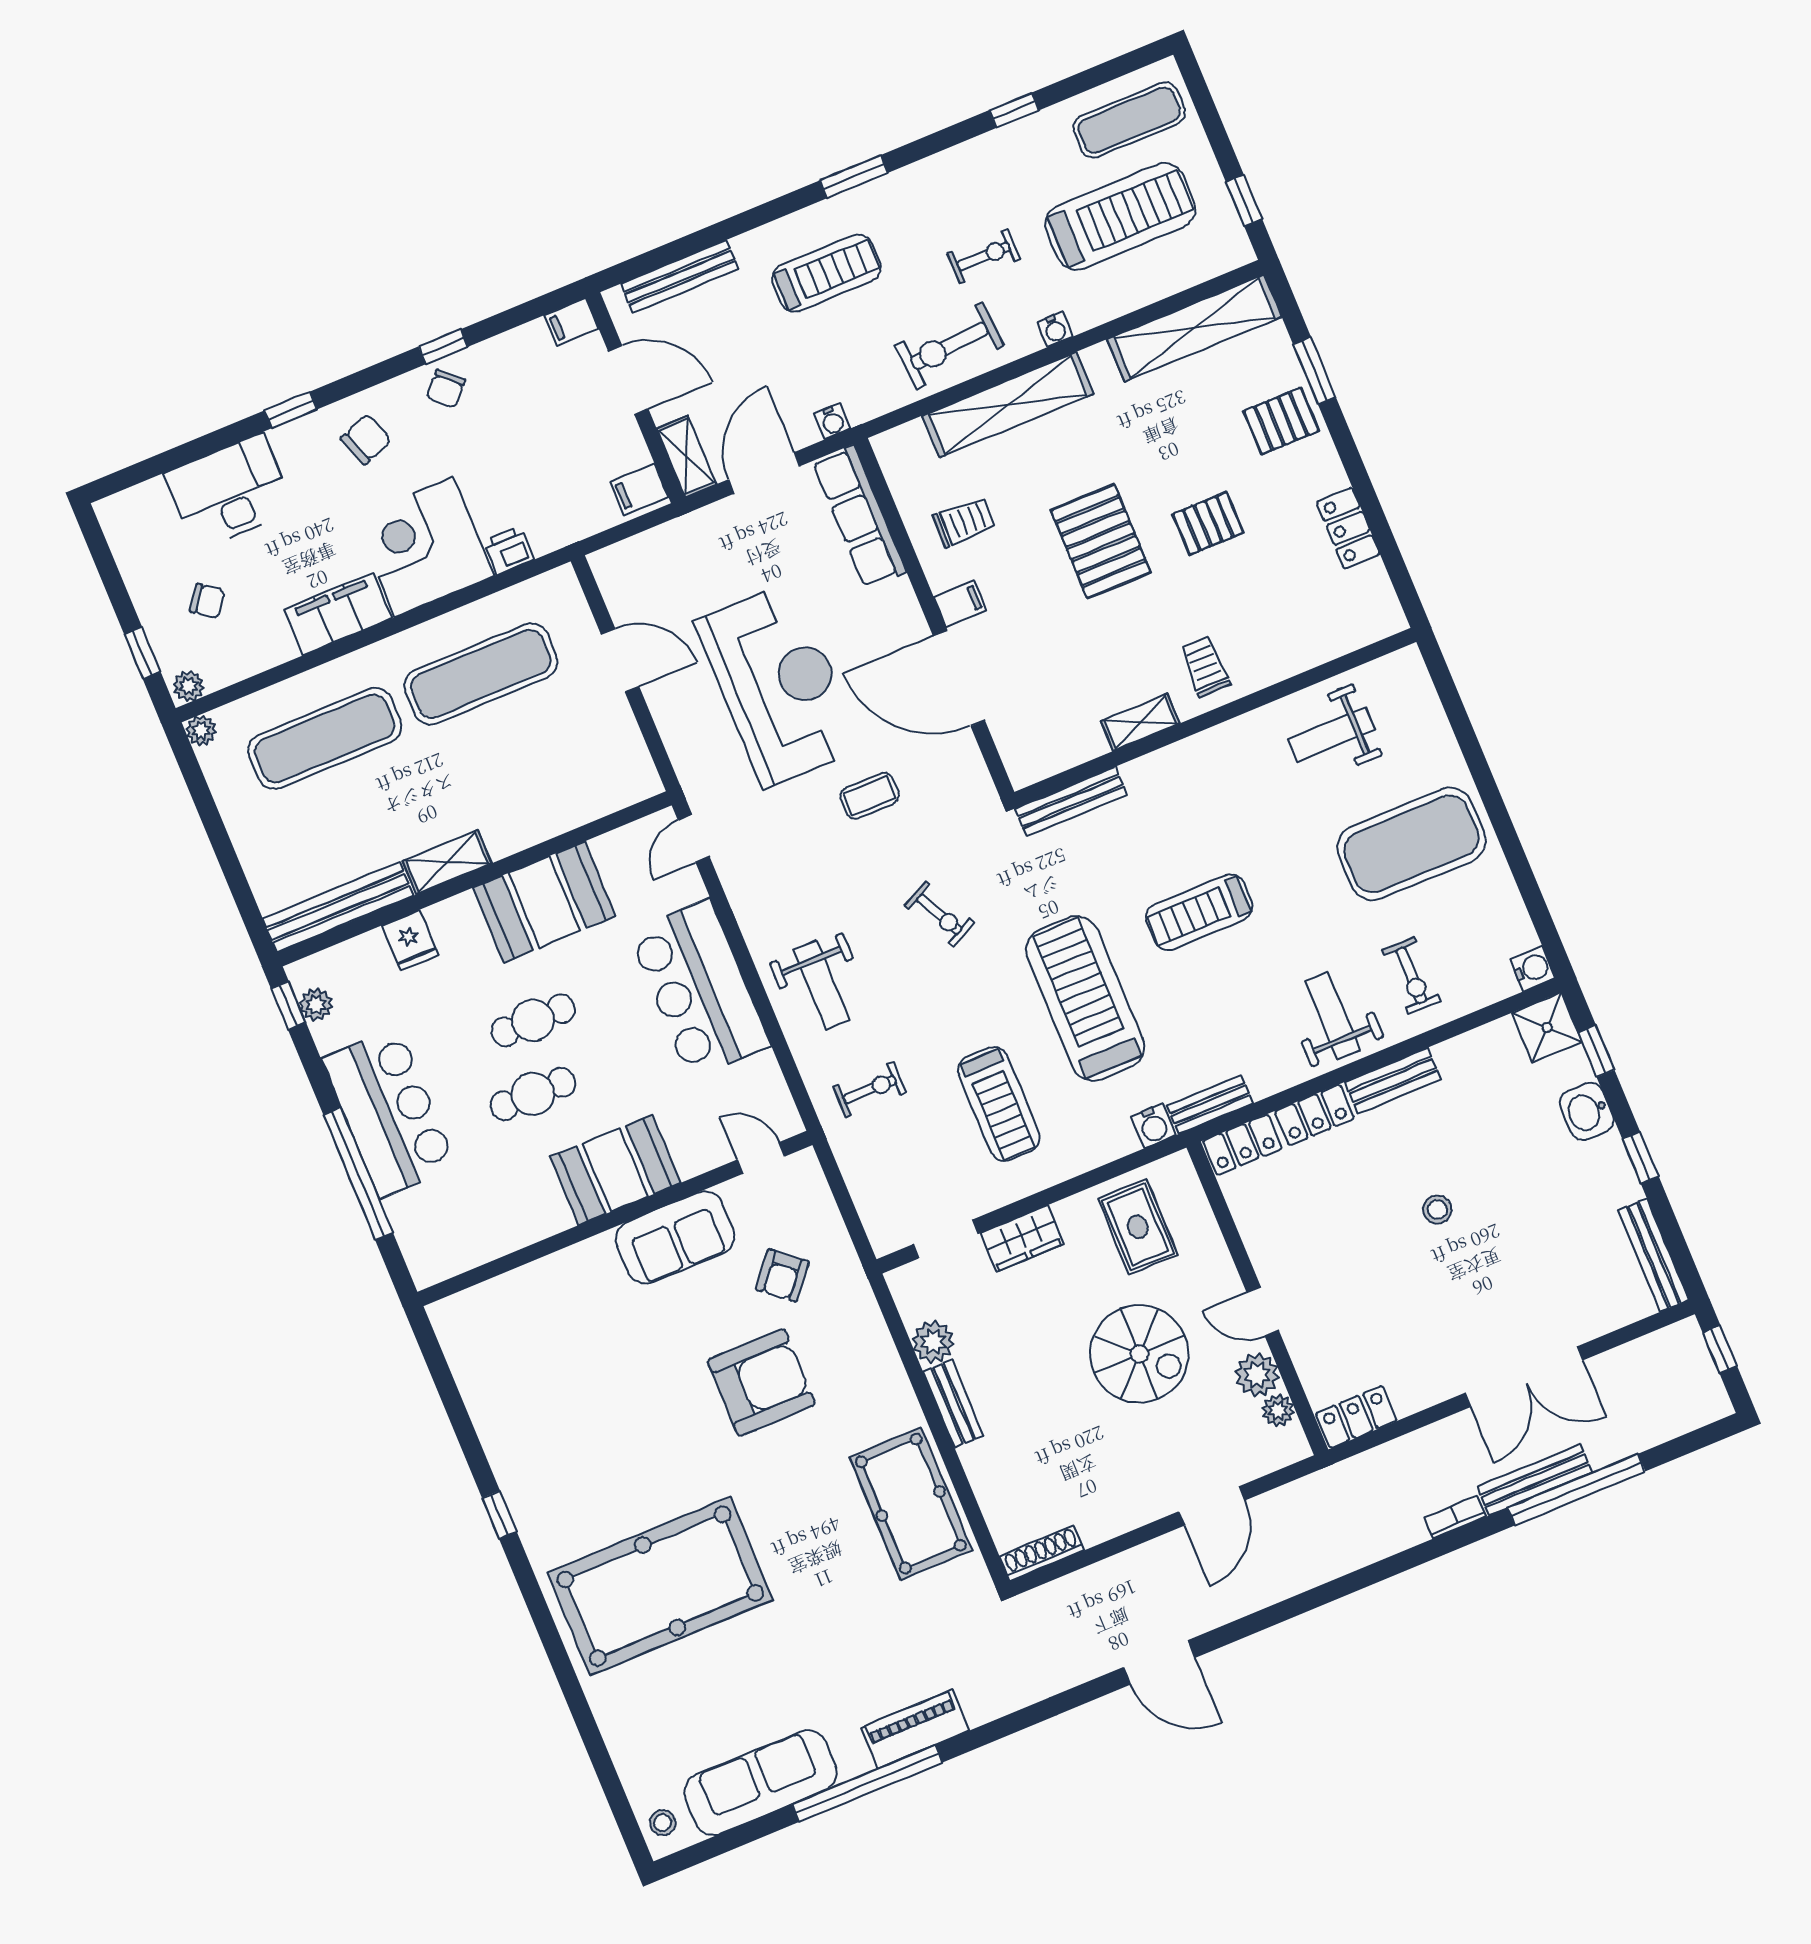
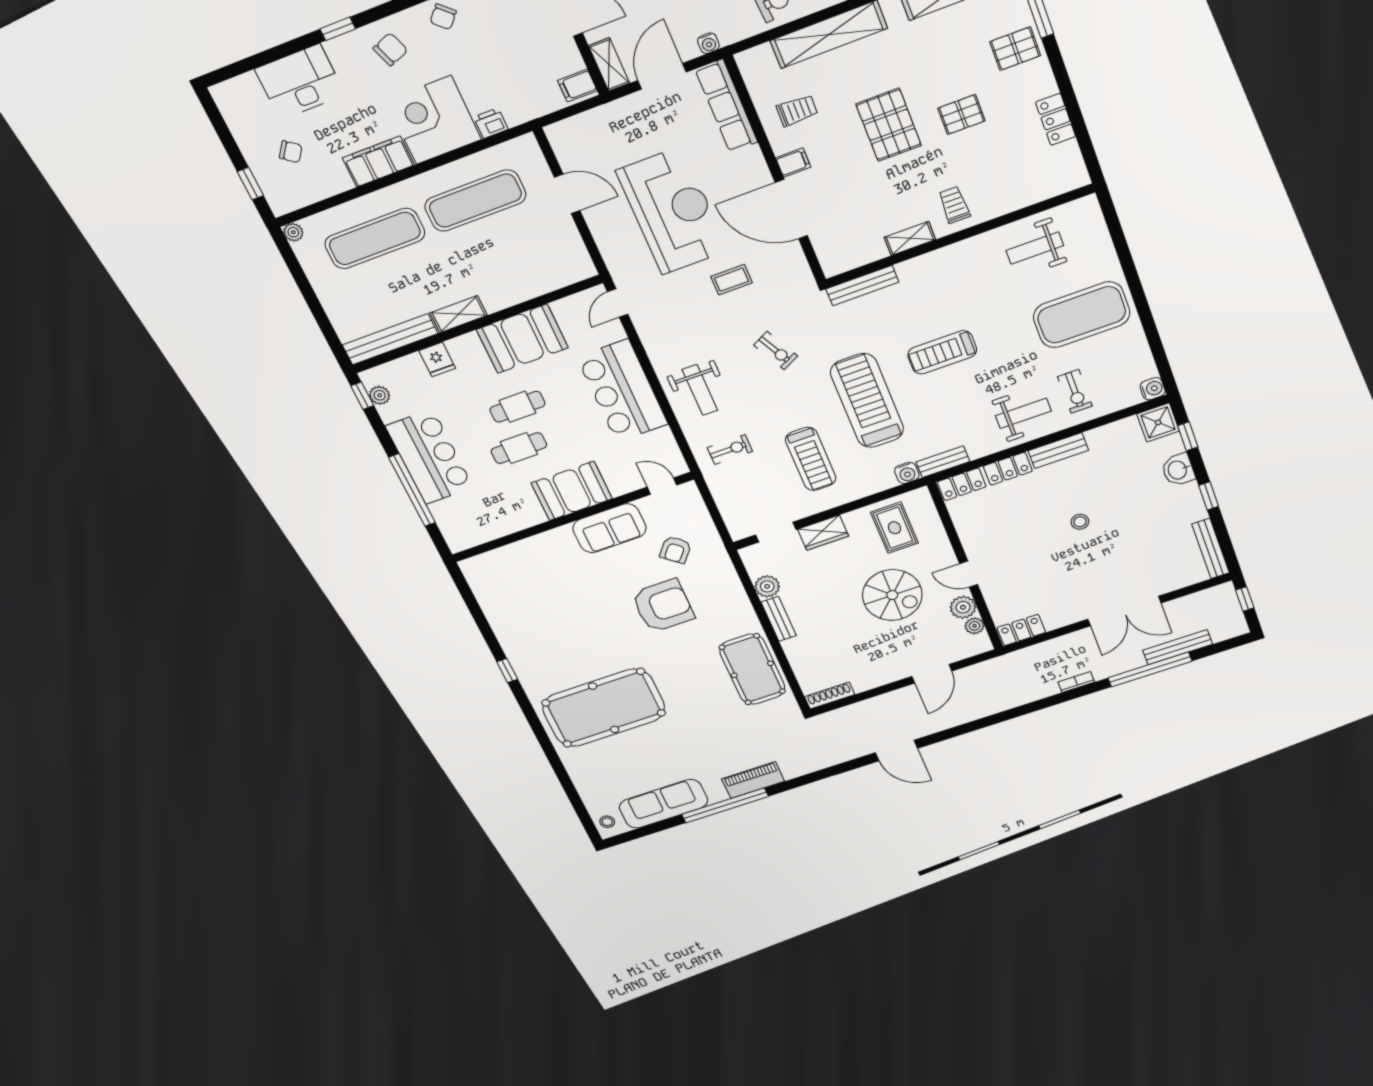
plant: (189, 686) -> (283, 205), removed
weight bench: (1333, 1016) -> (1023, 413), turned 90
bench: (1535, 1480) -> (1178, 647), moved

